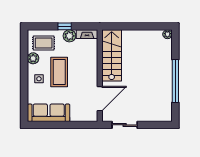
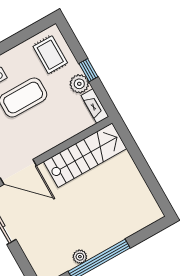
plant: (167, 34) -> (80, 257), moved
plant: (33, 58) -> (22, 52), removed

